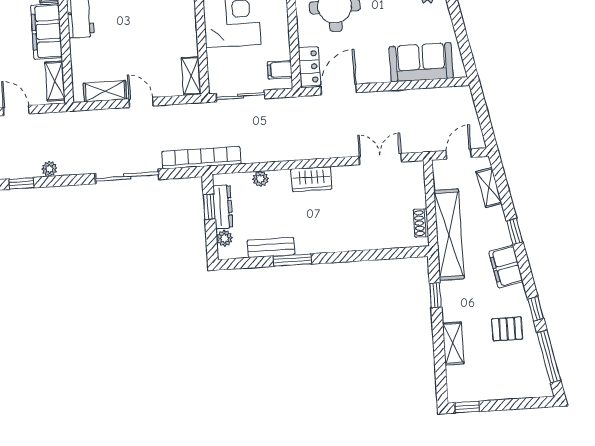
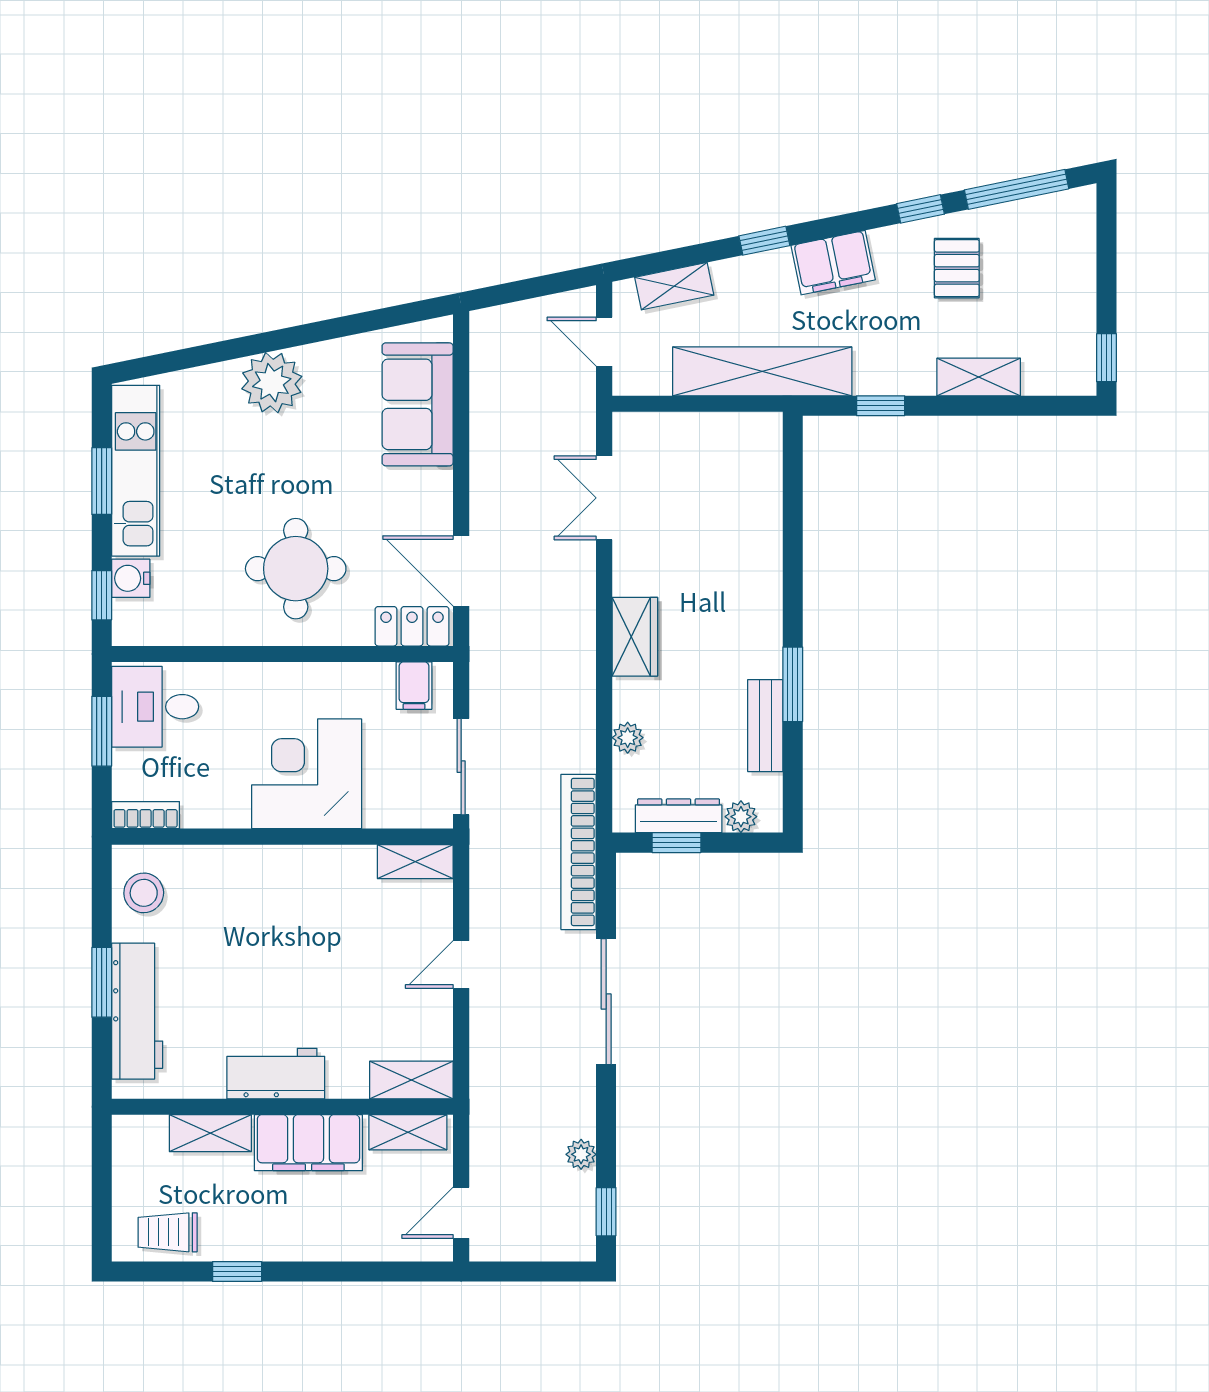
shelving: (105, 91) -> (411, 1080), moved, turned 90
shoe rack: (421, 223) -> (736, 425), removed

